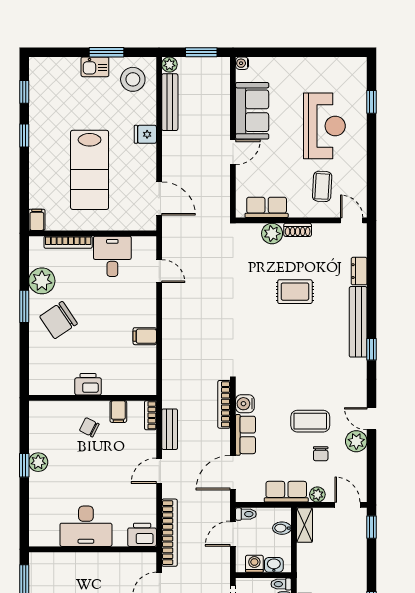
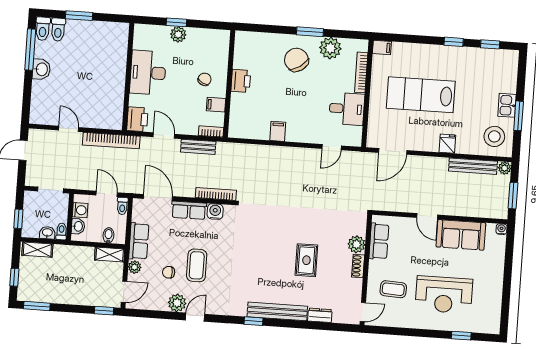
desk: (86, 526) -> (148, 73), moved
printer: (142, 535) -> (137, 119), moved
wall: (93, 549) -> (128, 77), moved

